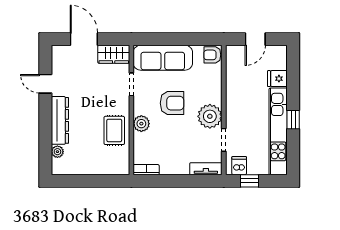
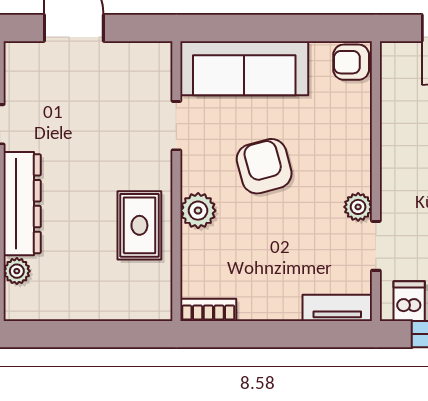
wardrobe: (114, 54) -> (138, 61), removed
armchair: (172, 103) -> (264, 166), turned -105
plant: (210, 116) -> (358, 207), width x0.53, depth x0.53

